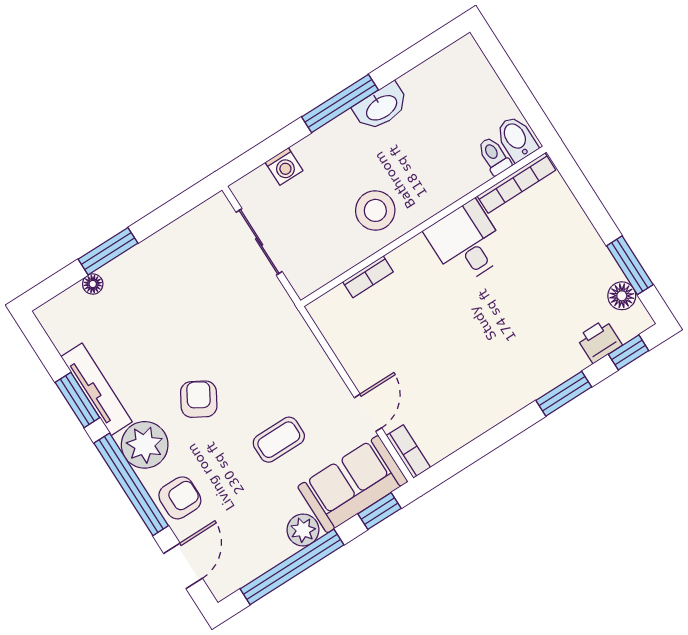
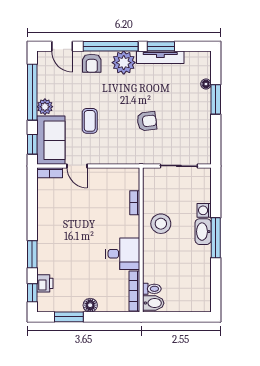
washbasin: (381, 107) -> (203, 232), moved
washing machine: (284, 166) -> (204, 210), moved
floor lamp: (622, 296) -> (90, 305), moved
armchair: (199, 399) -> (147, 121), moved, turned -37

